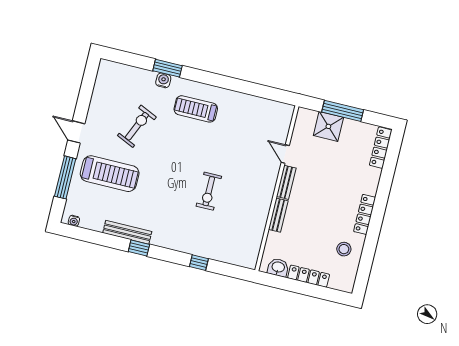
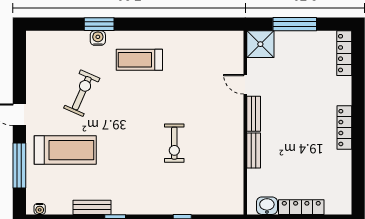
shower: (328, 126) -> (260, 44), moved
bench: (127, 232) -> (92, 207), width x0.73
stool: (344, 249) -> (332, 169), removed

